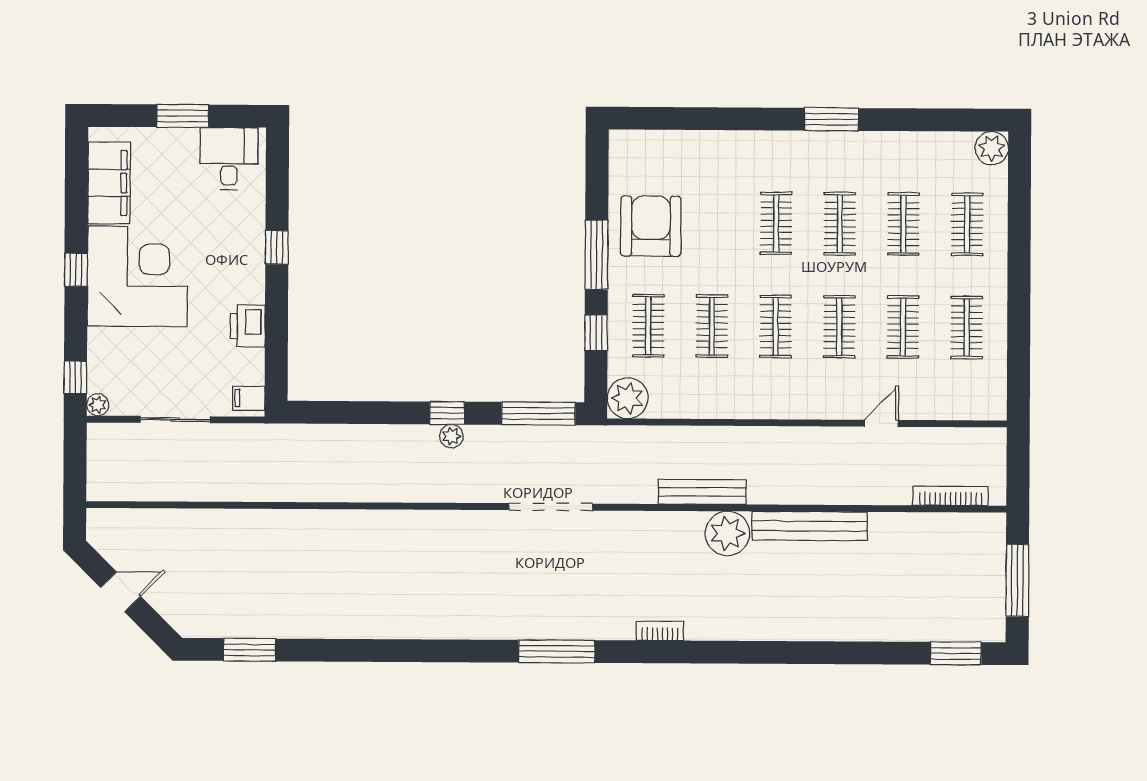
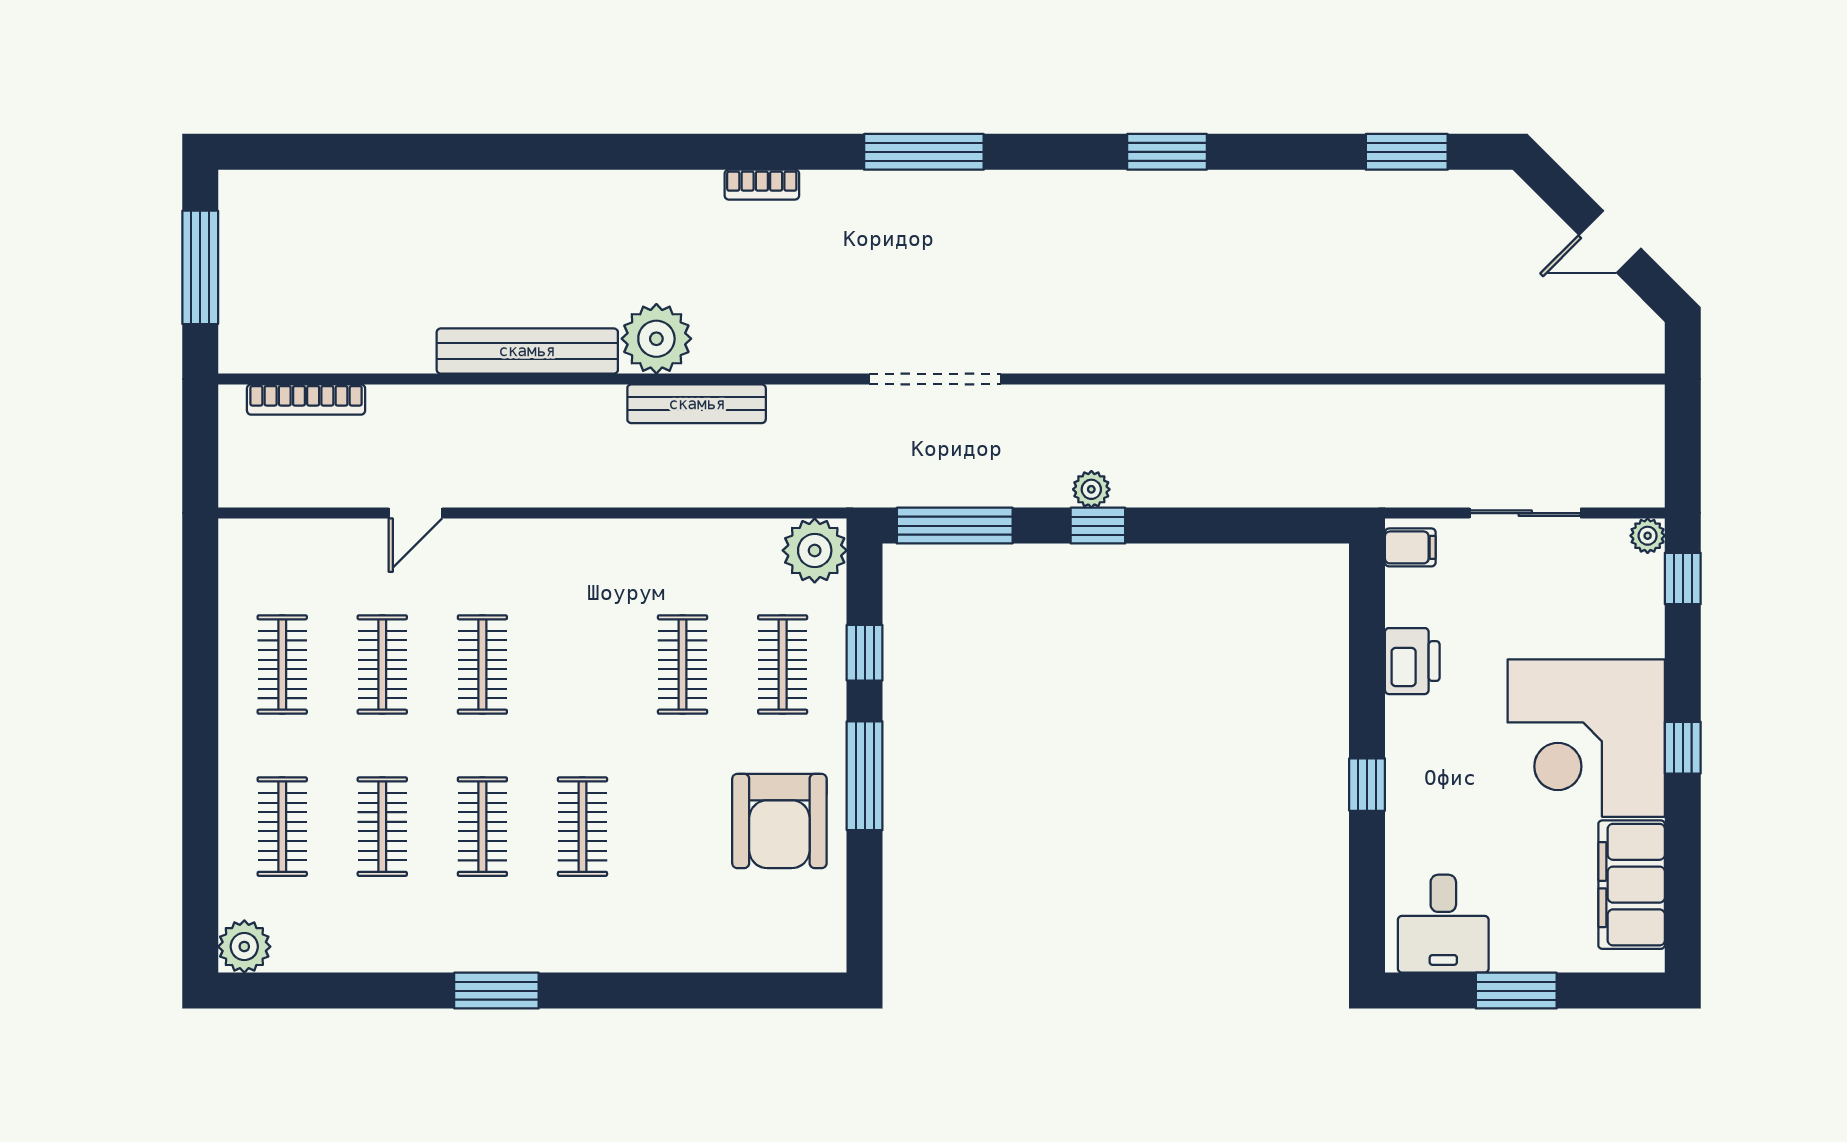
clothes rail: (776, 326) -> (582, 665), removed
window: (956, 653) -> (1167, 152), moved

